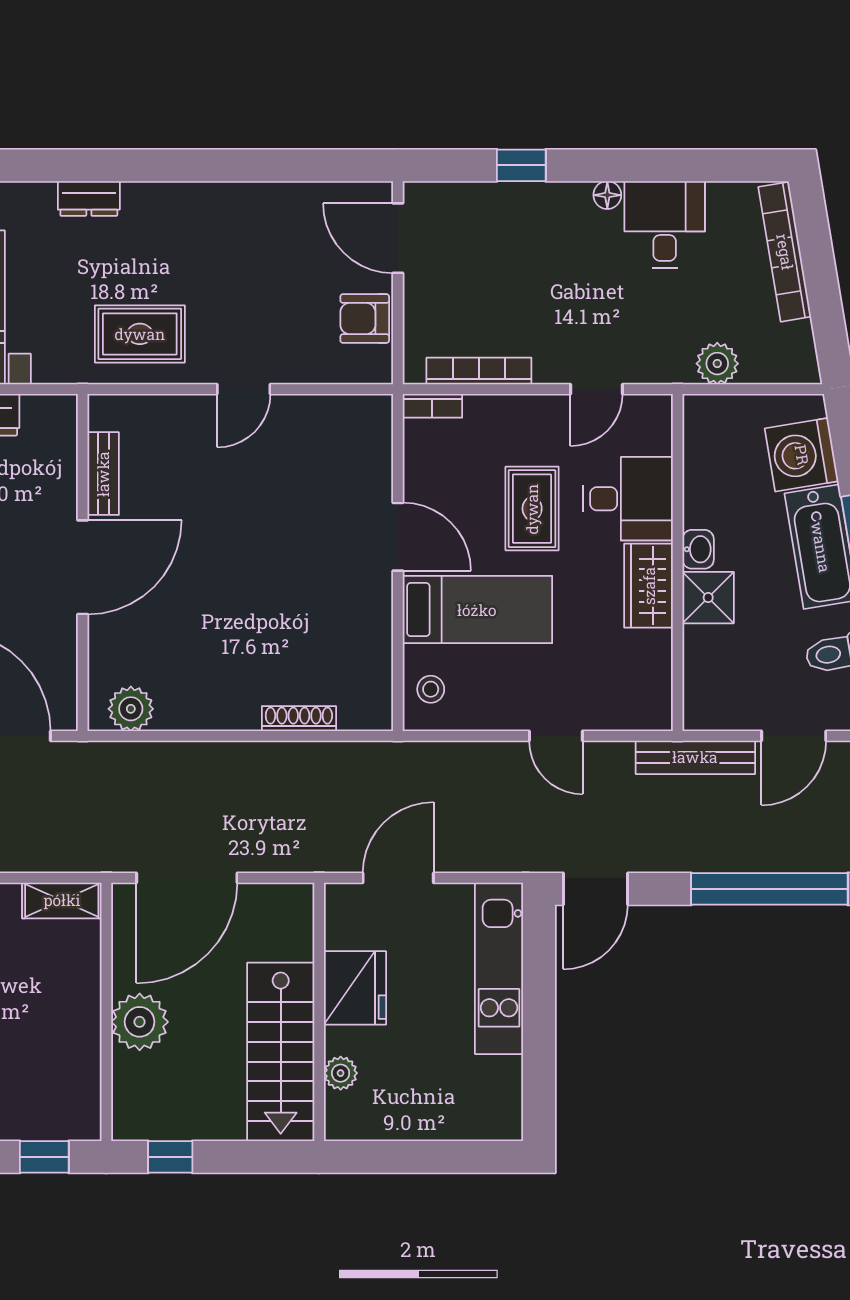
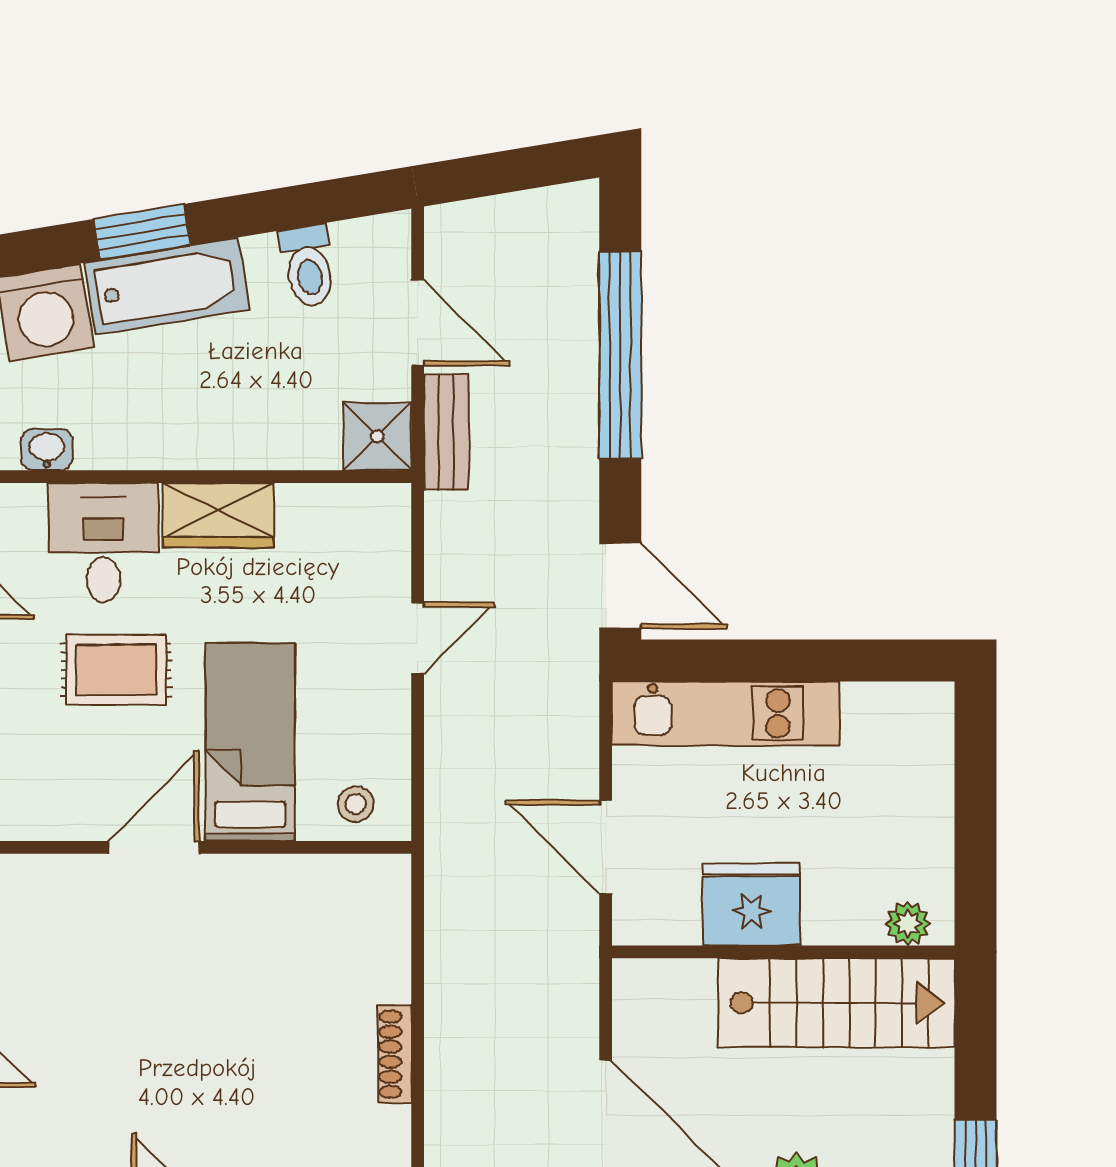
washbasin: (698, 549) -> (47, 450), moved
shower: (708, 598) -> (377, 436), moved
shoe rack: (299, 719) -> (395, 1054), moved
bench: (695, 757) -> (446, 432), width x0.73
plant: (341, 1073) -> (908, 923), moved

